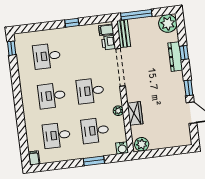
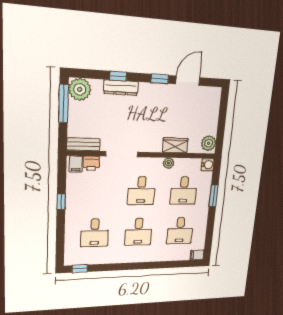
window: (136, 15) -> (64, 104), moved
doorway: (120, 67) -> (122, 154), width x0.73

